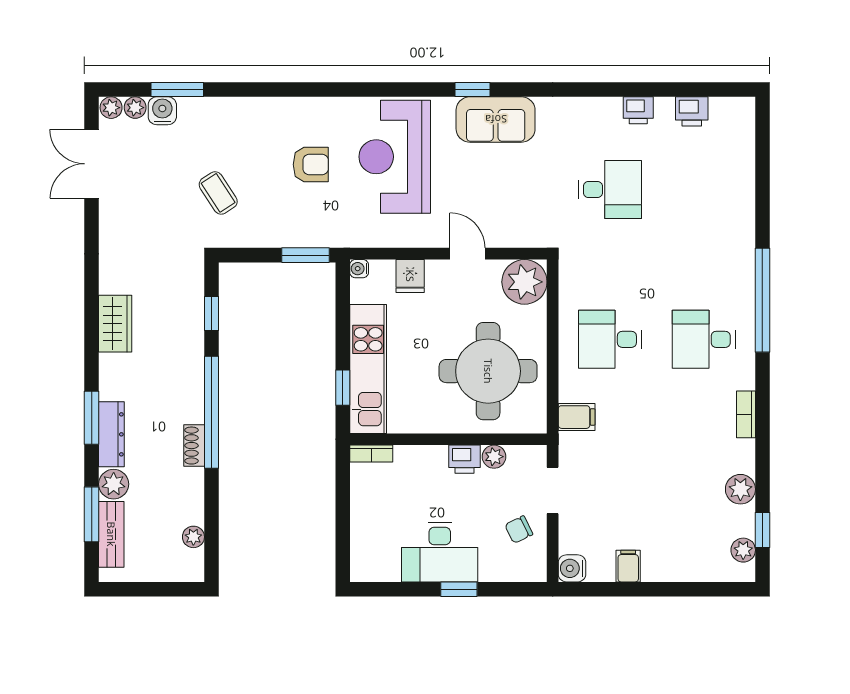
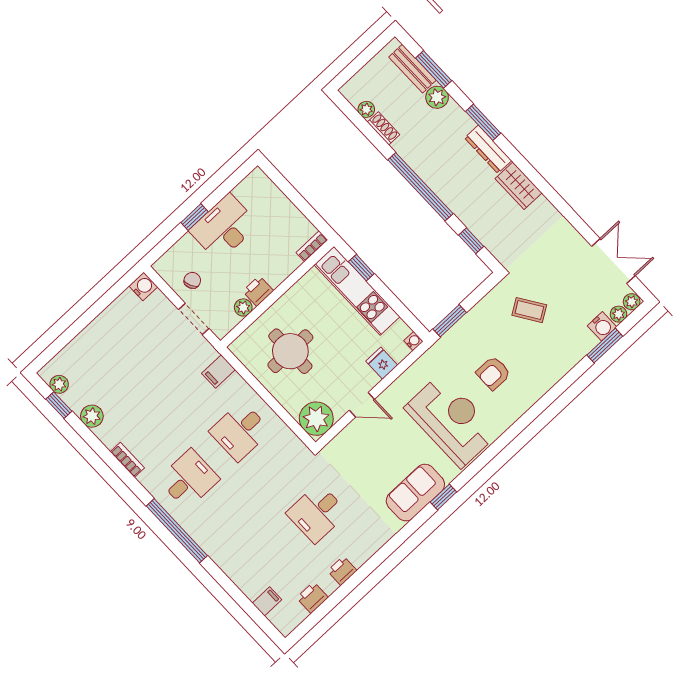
desk: (610, 339) -> (240, 431), turned 180
round table: (488, 371) -> (290, 351), width x0.73, depth x0.73
dresser: (111, 434) -> (488, 149), moved
shoe rack: (194, 446) -> (383, 128), moved
filing cabinet: (628, 566) -> (267, 601), moved, turned -90

